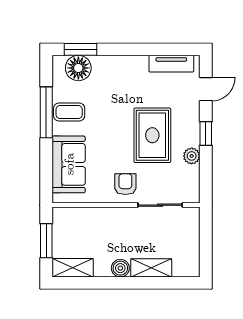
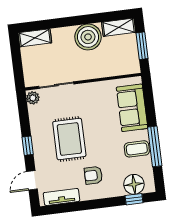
window: (81, 49) -> (134, 199), width x0.67
plant: (192, 156) -> (33, 98), moved
armchair: (125, 184) -> (93, 175), moved, turned 90
boiler: (120, 268) -> (88, 37), width x1.86, depth x1.86
shelving: (151, 268) -> (35, 38), moved

